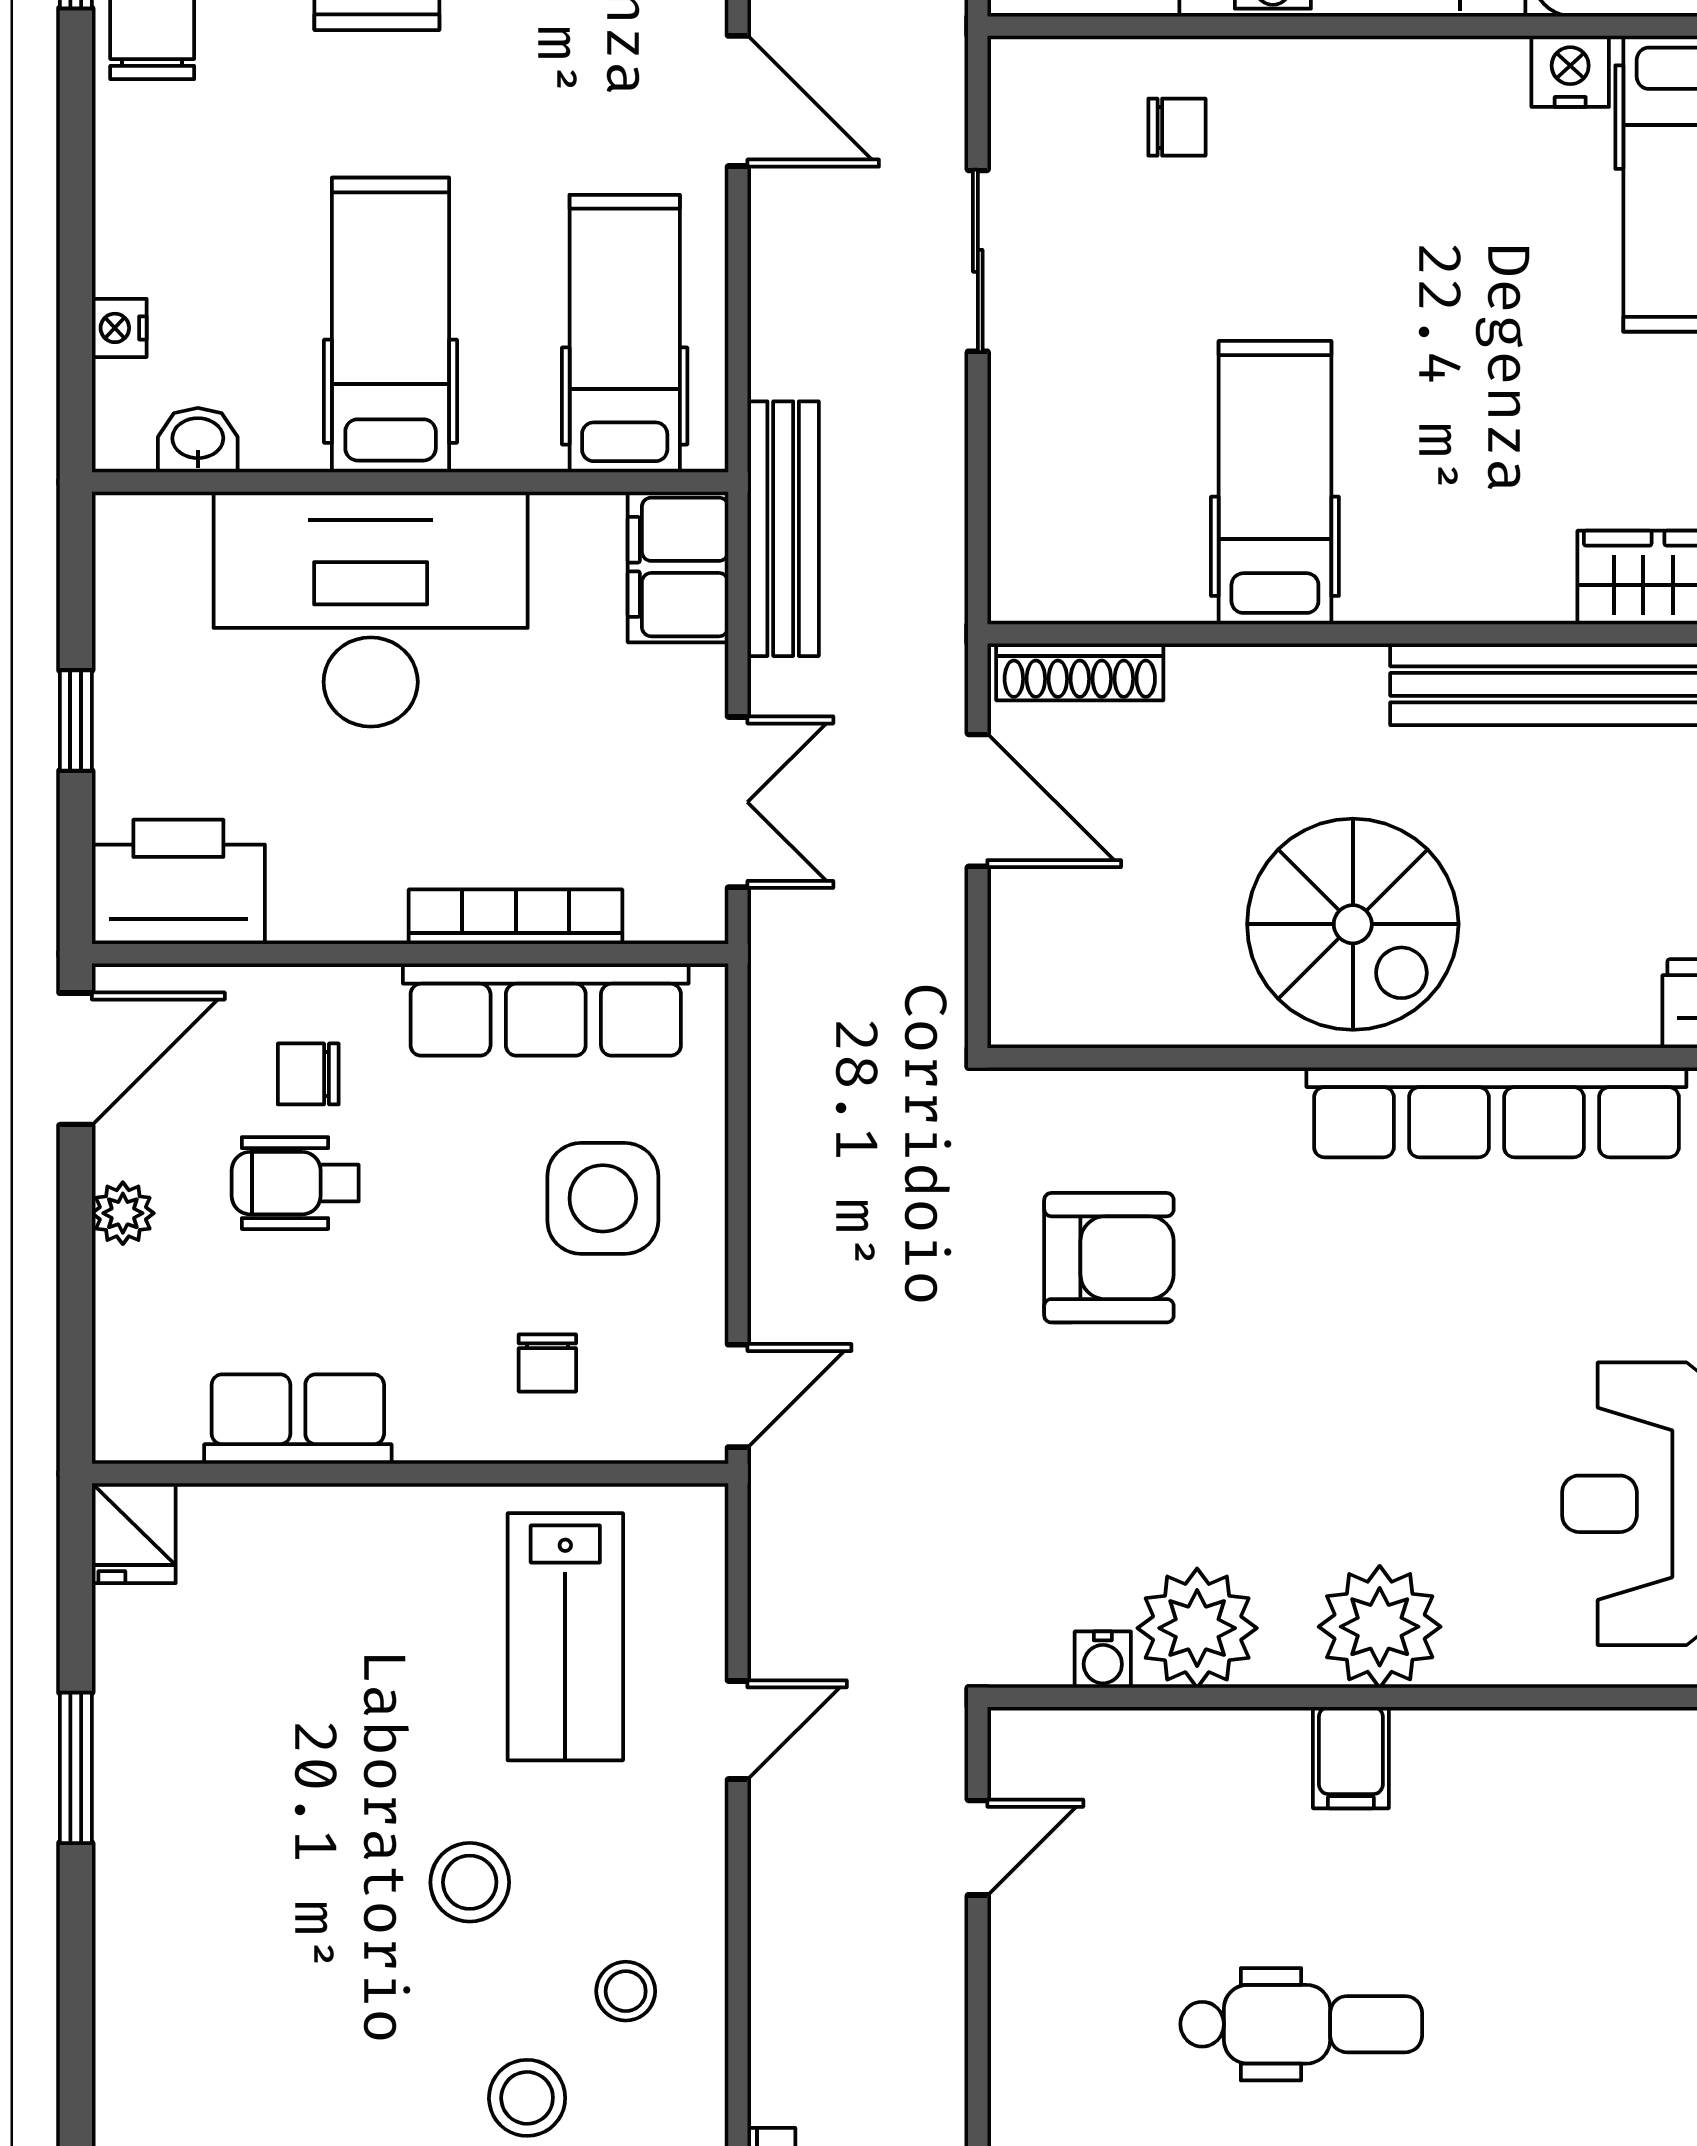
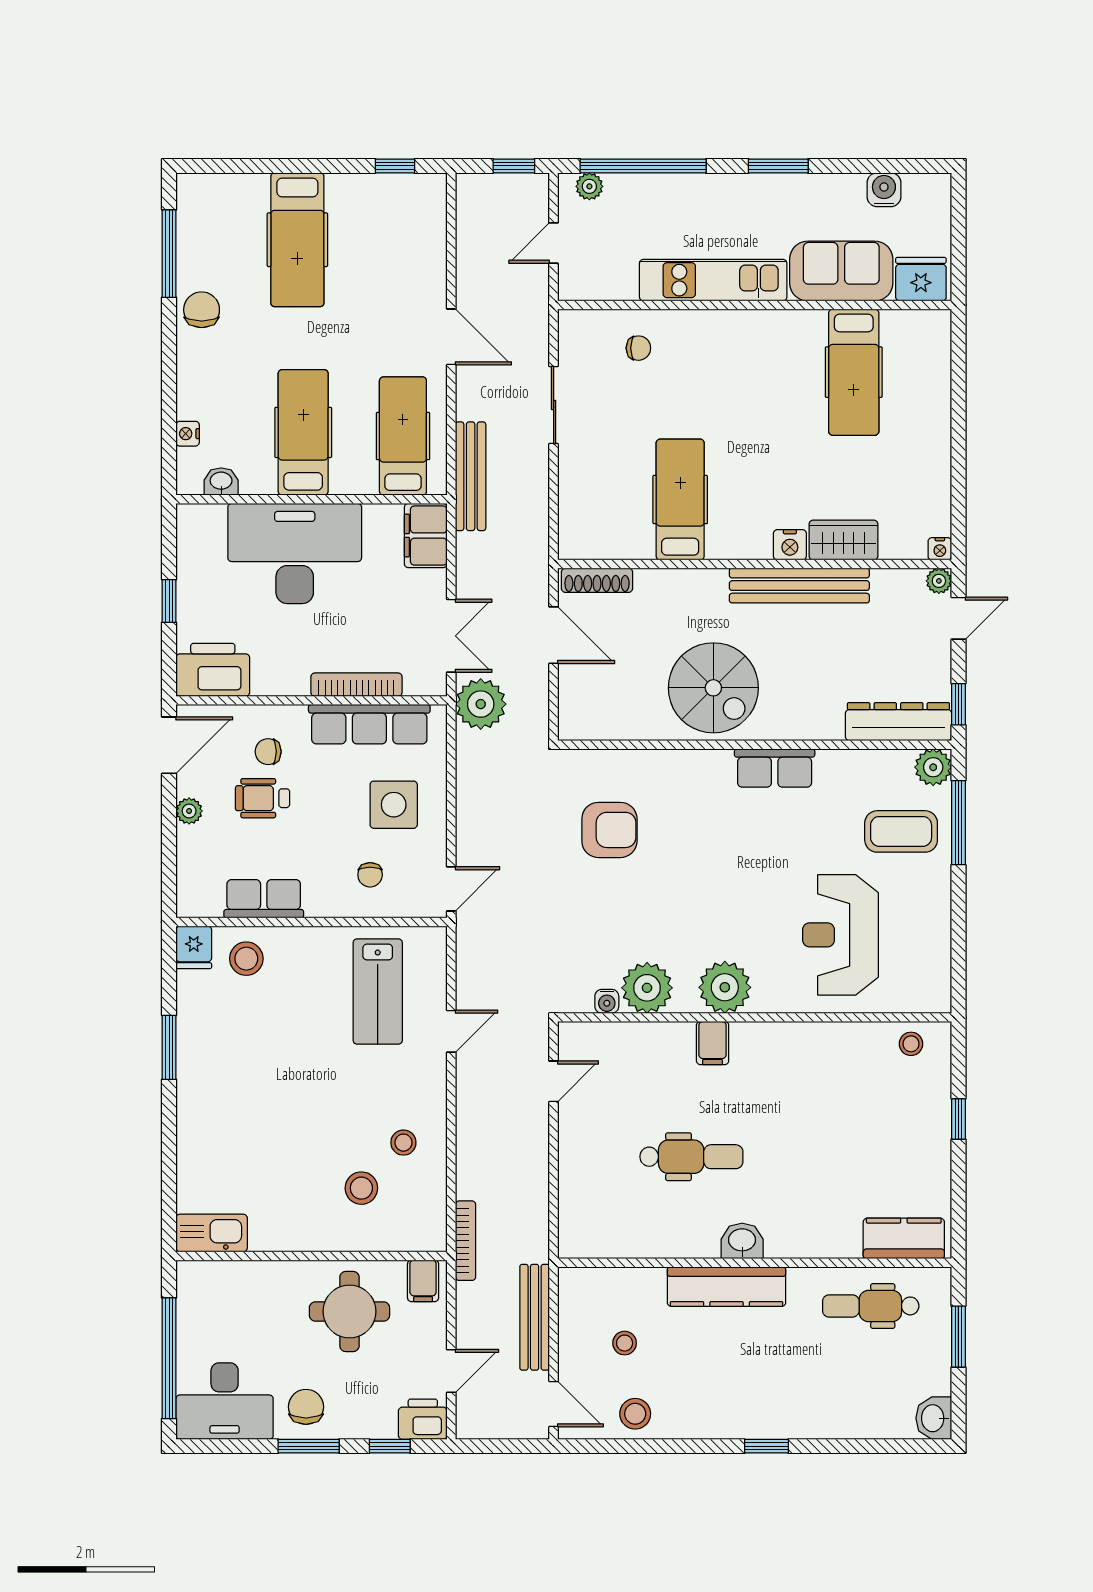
nightstand: (1570, 71) -> (790, 545), moved, turned 180
bench: (783, 529) -> (471, 476), moved
plant: (807, 962) -> (481, 704), added
row of seats: (1496, 1112) -> (775, 768), width x0.50
stool: (470, 1882) -> (246, 959), moved

